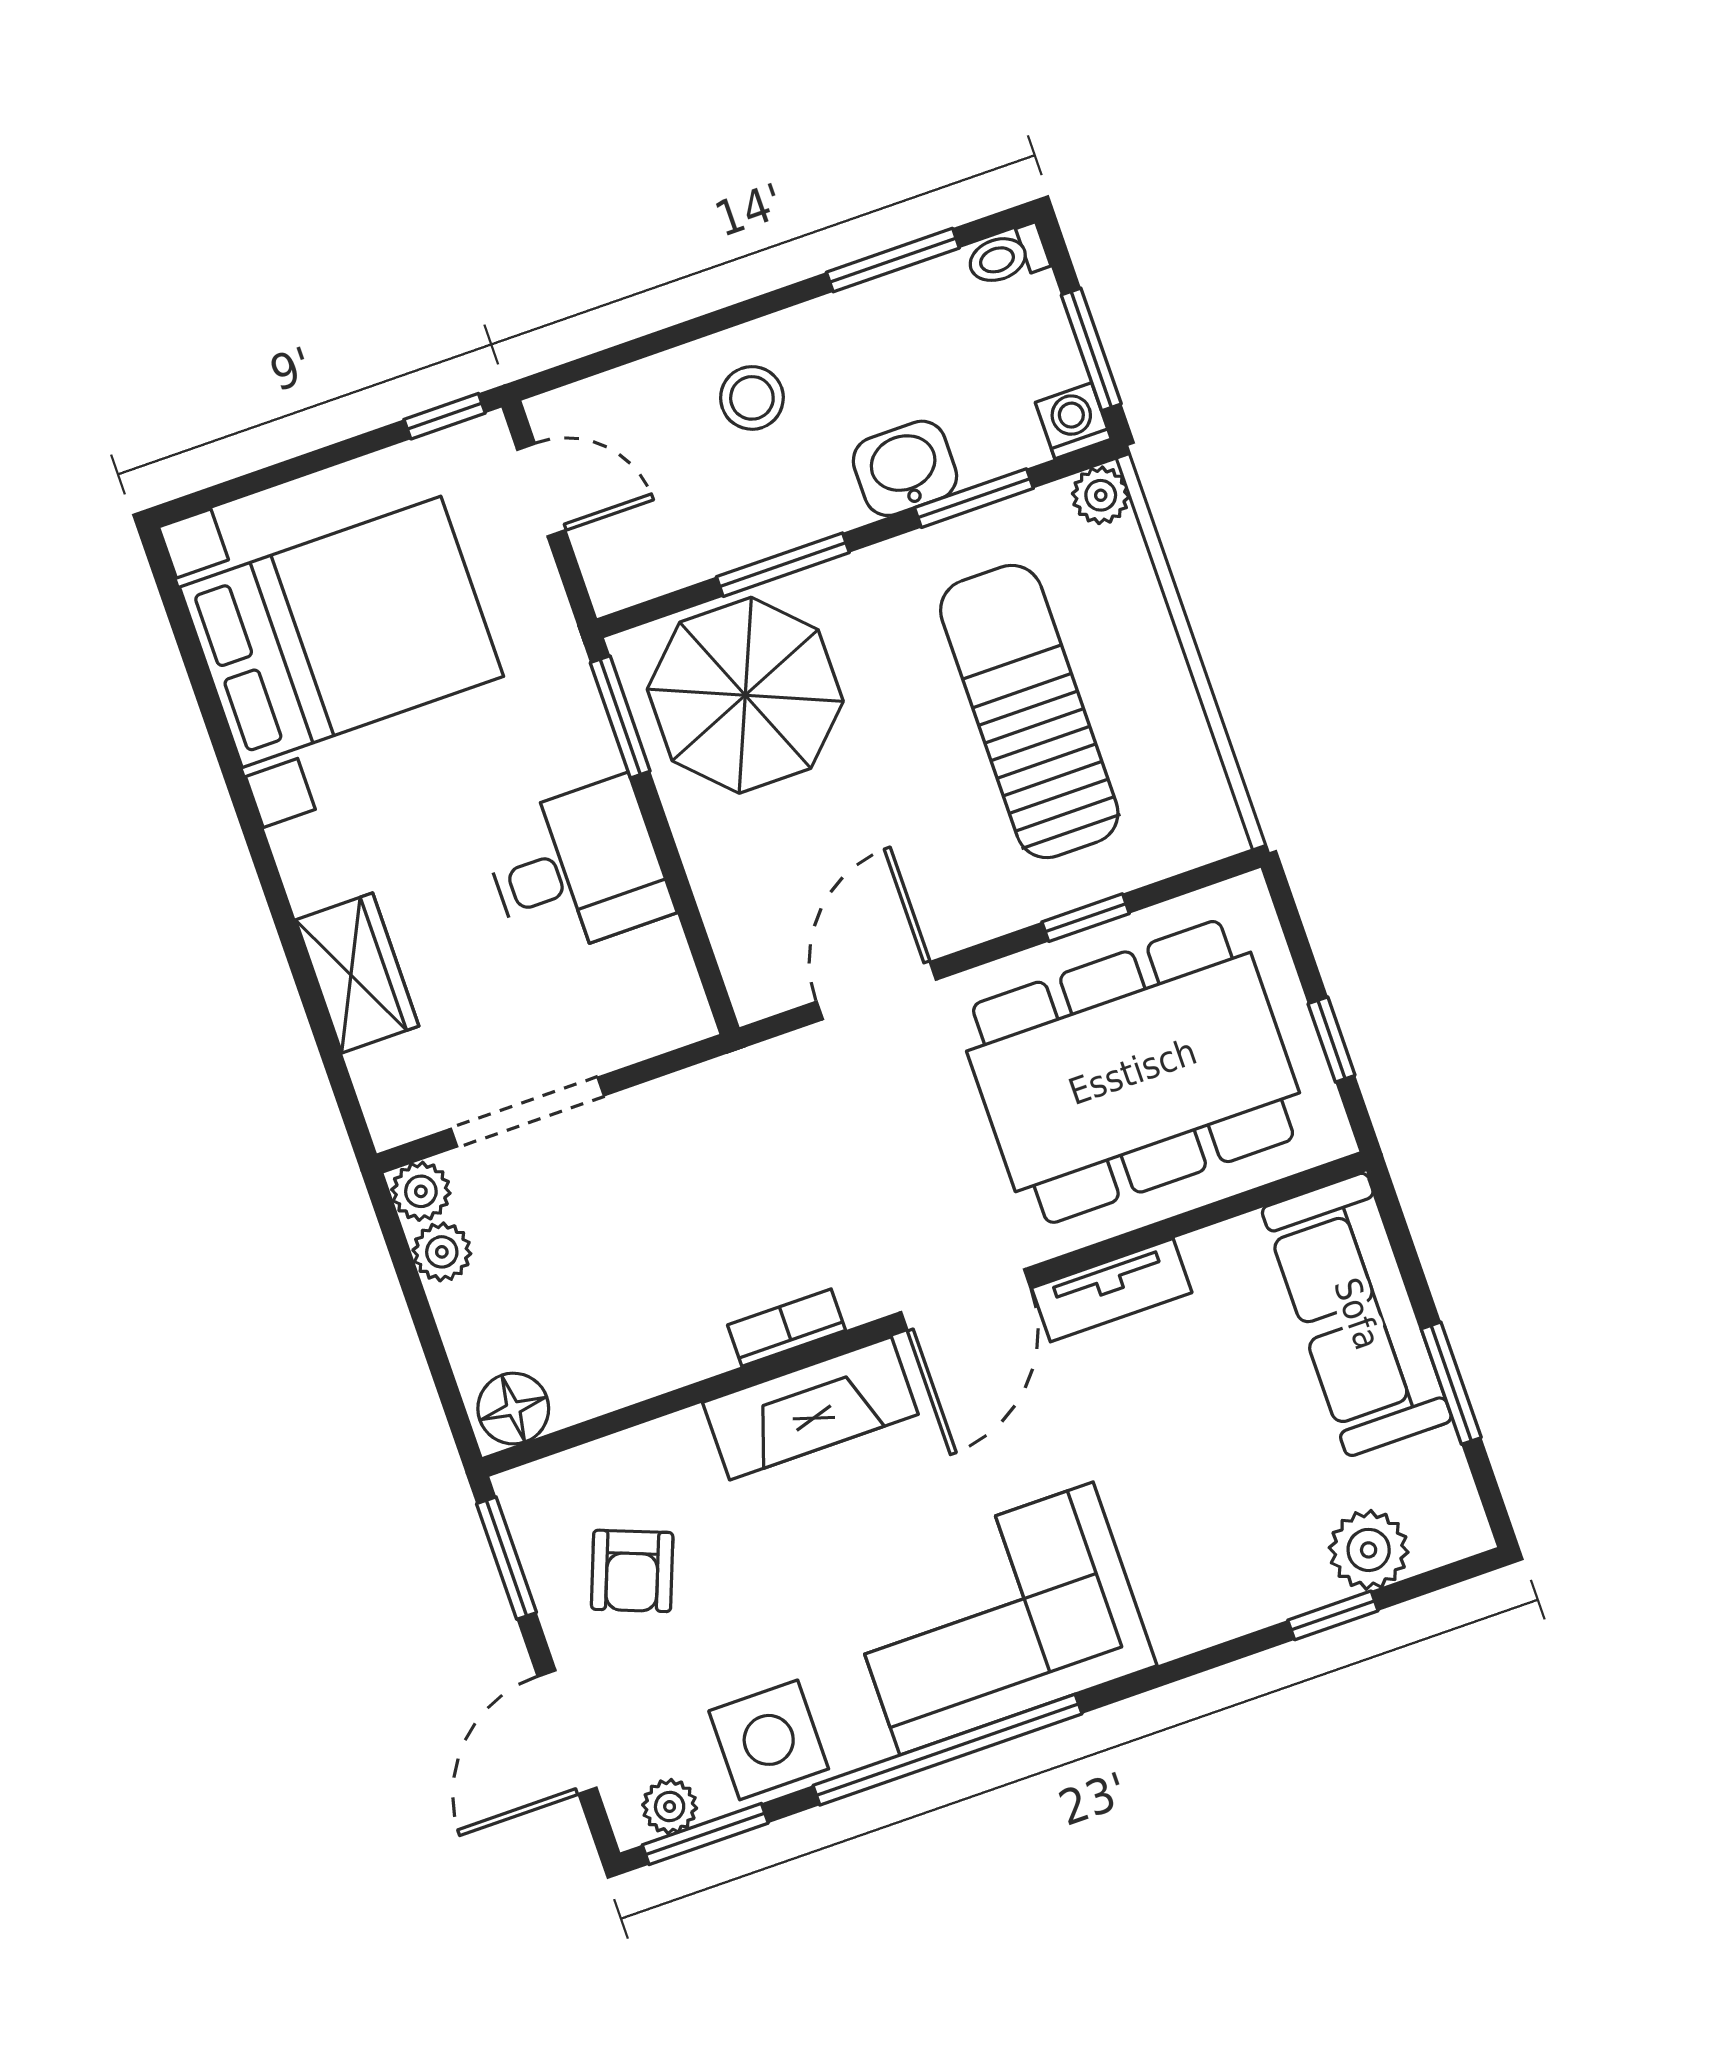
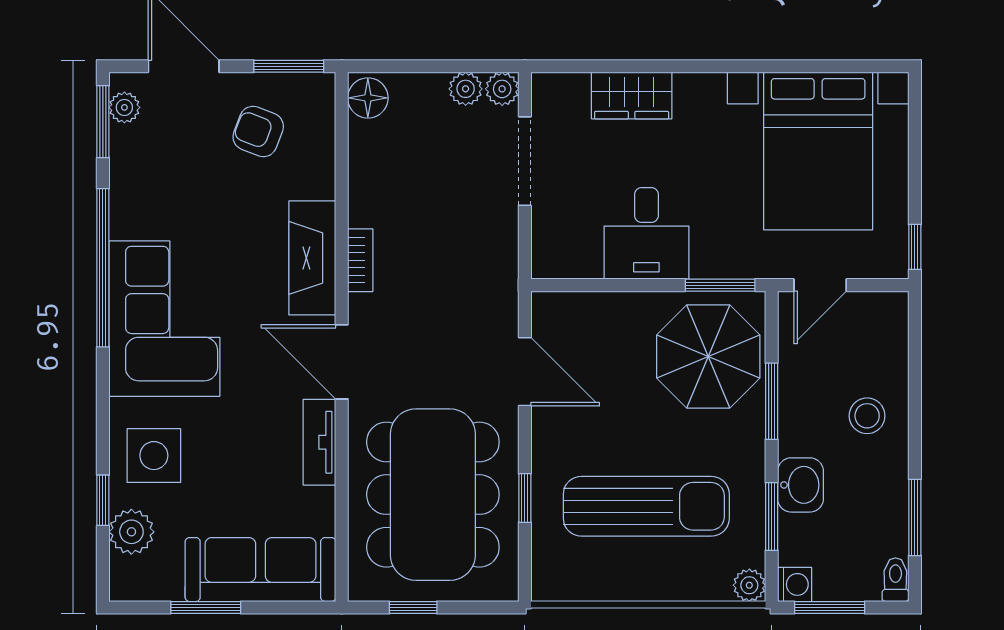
door: (541, 490) -> (820, 285), moved
side table: (769, 1740) -> (154, 456), moved

